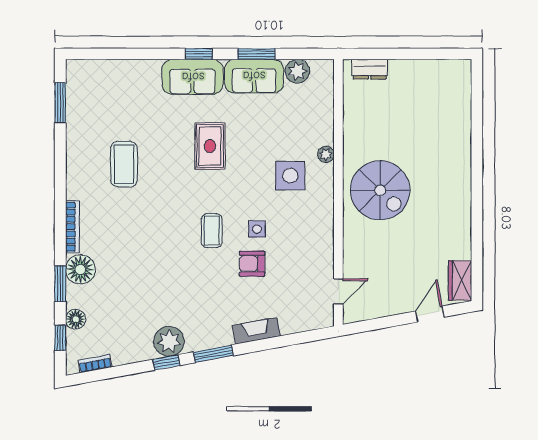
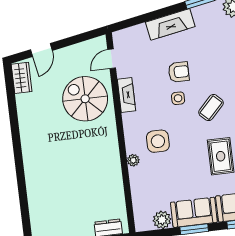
spiral stairs: (380, 190) -> (85, 99), moved
coffee table: (212, 231) -> (211, 108), moved, turned 44
fireplace: (325, 242) -> (126, 95), added
fireplace: (256, 331) -> (170, 24), width x1.37, depth x1.32

